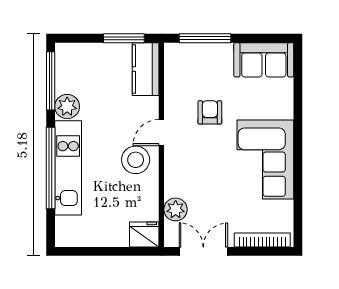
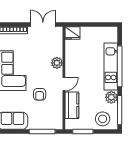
kitchen counter: (146, 69) -> (72, 105), moved
stool: (136, 160) -> (103, 119), moved
plant: (176, 209) -> (57, 63), moved
double door: (203, 251) -> (43, 25), swing flipped

